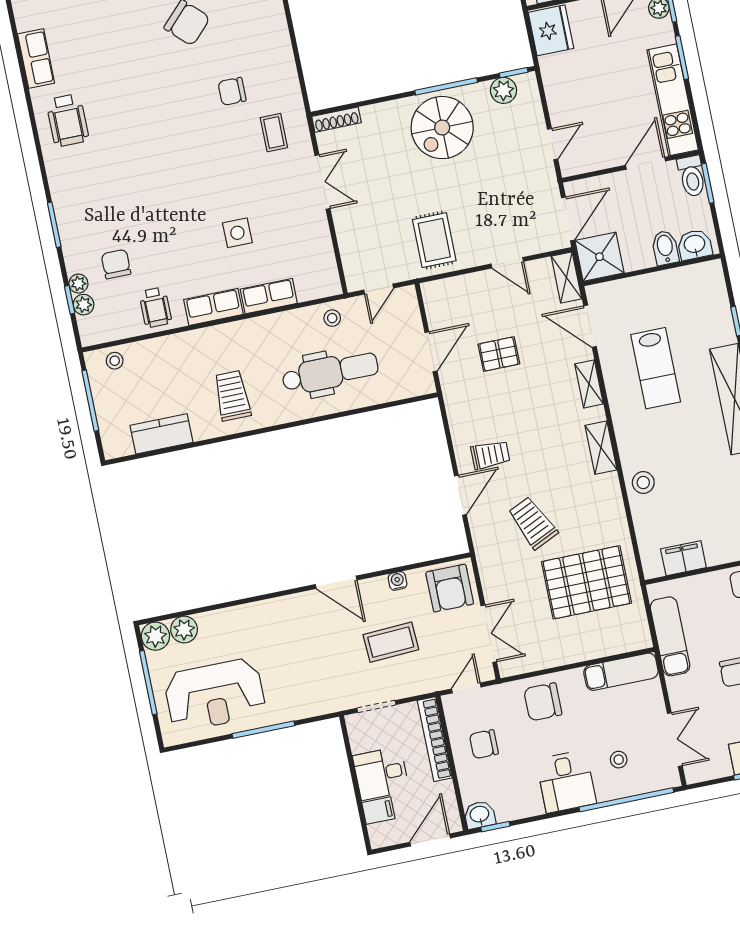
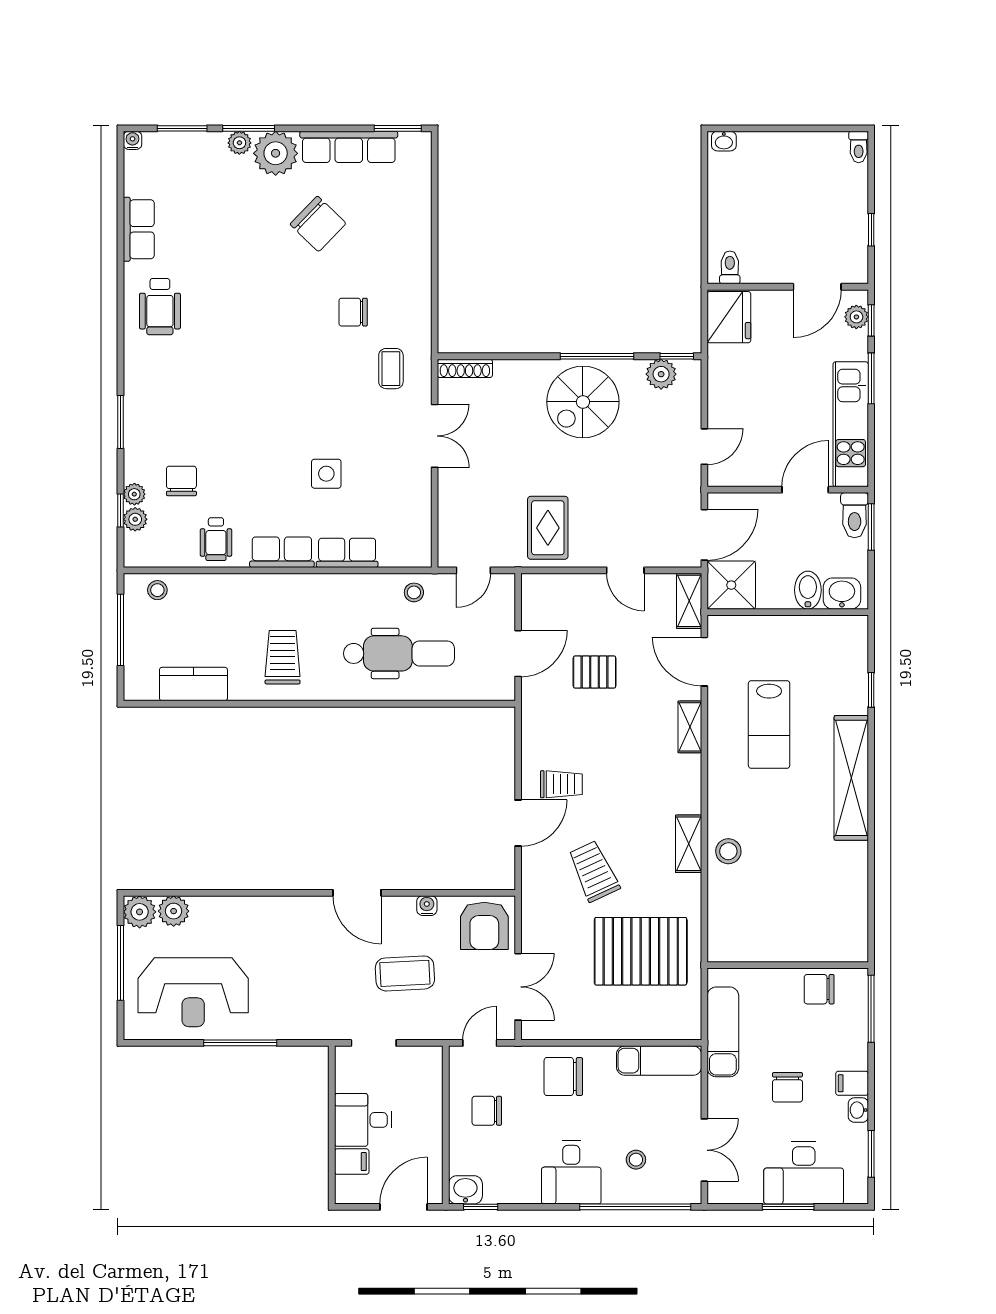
shelving: (601, 448) -> (689, 844), moved
filing cabinet: (683, 558) -> (756, 946), removed
bookcase: (435, 739) -> (432, 1094), removed

